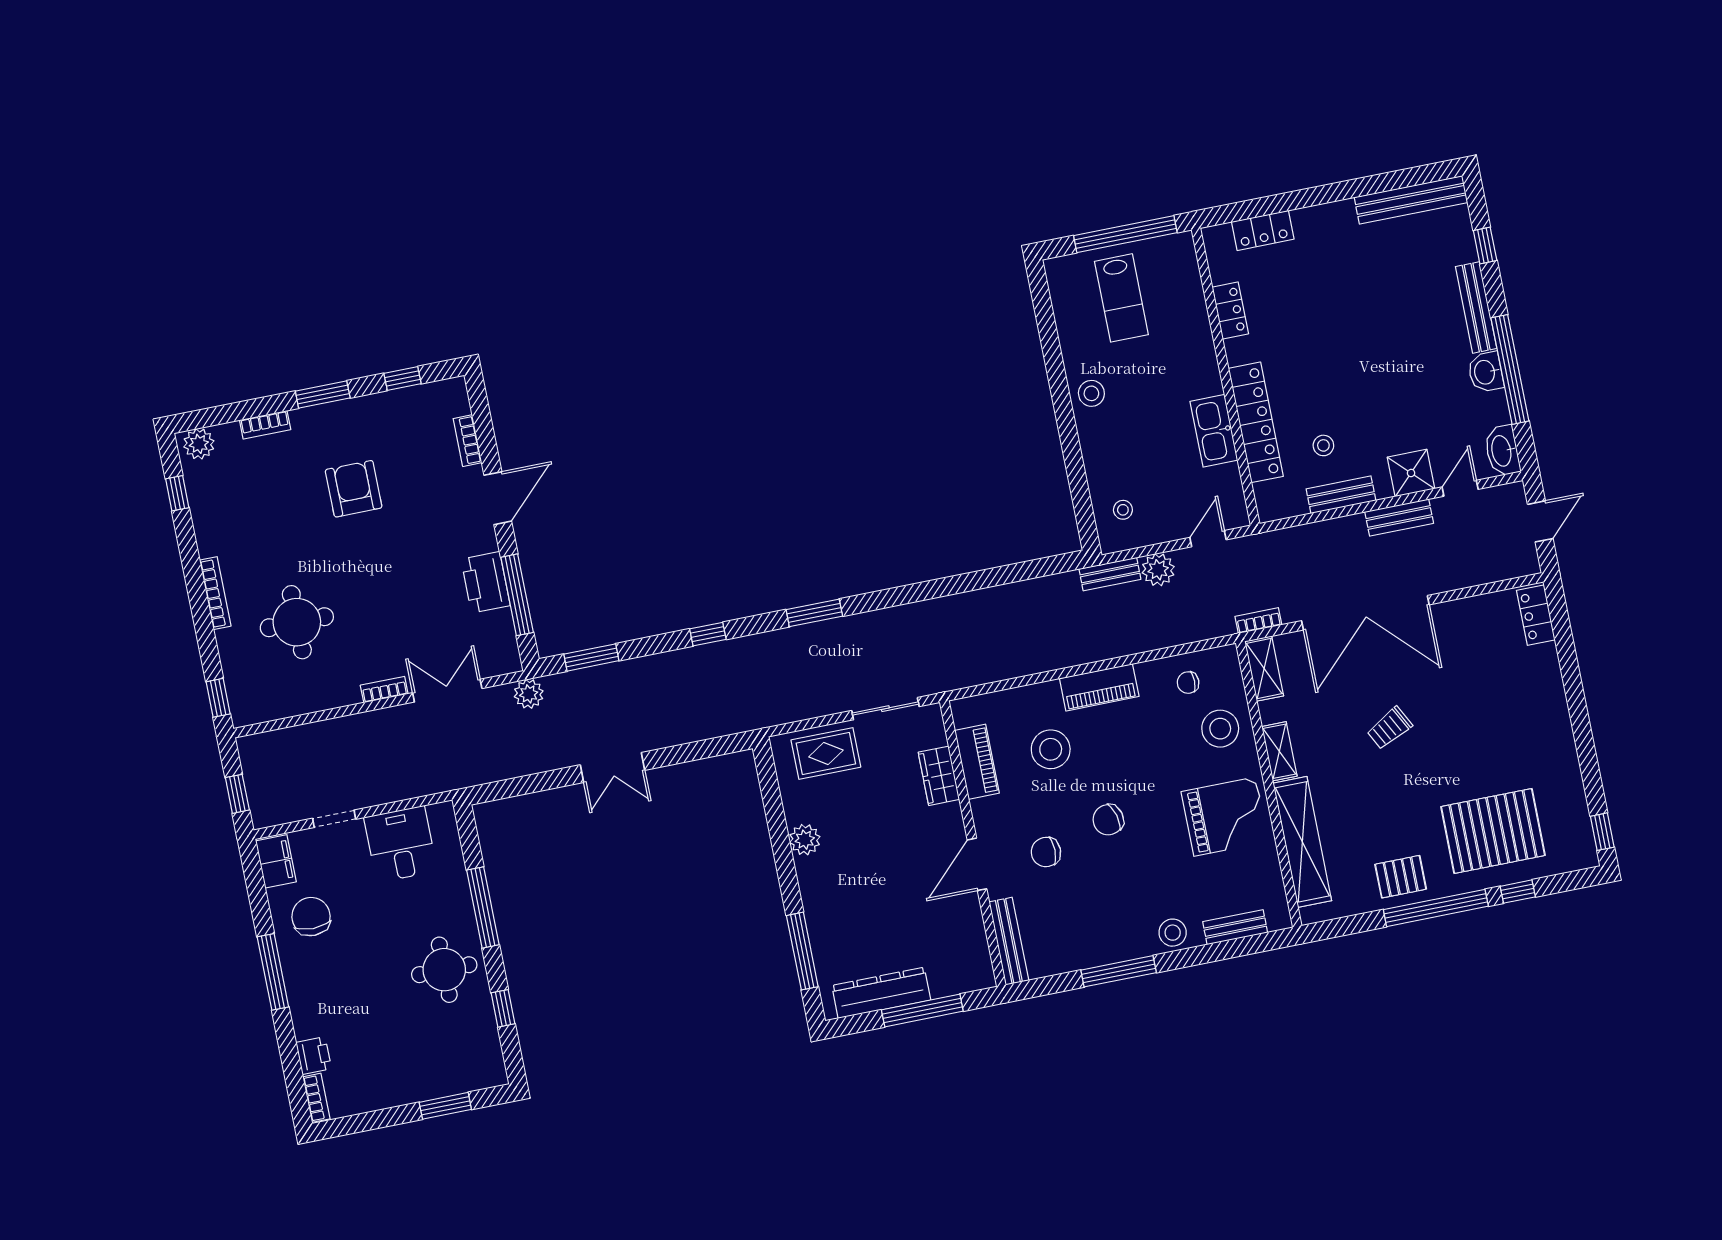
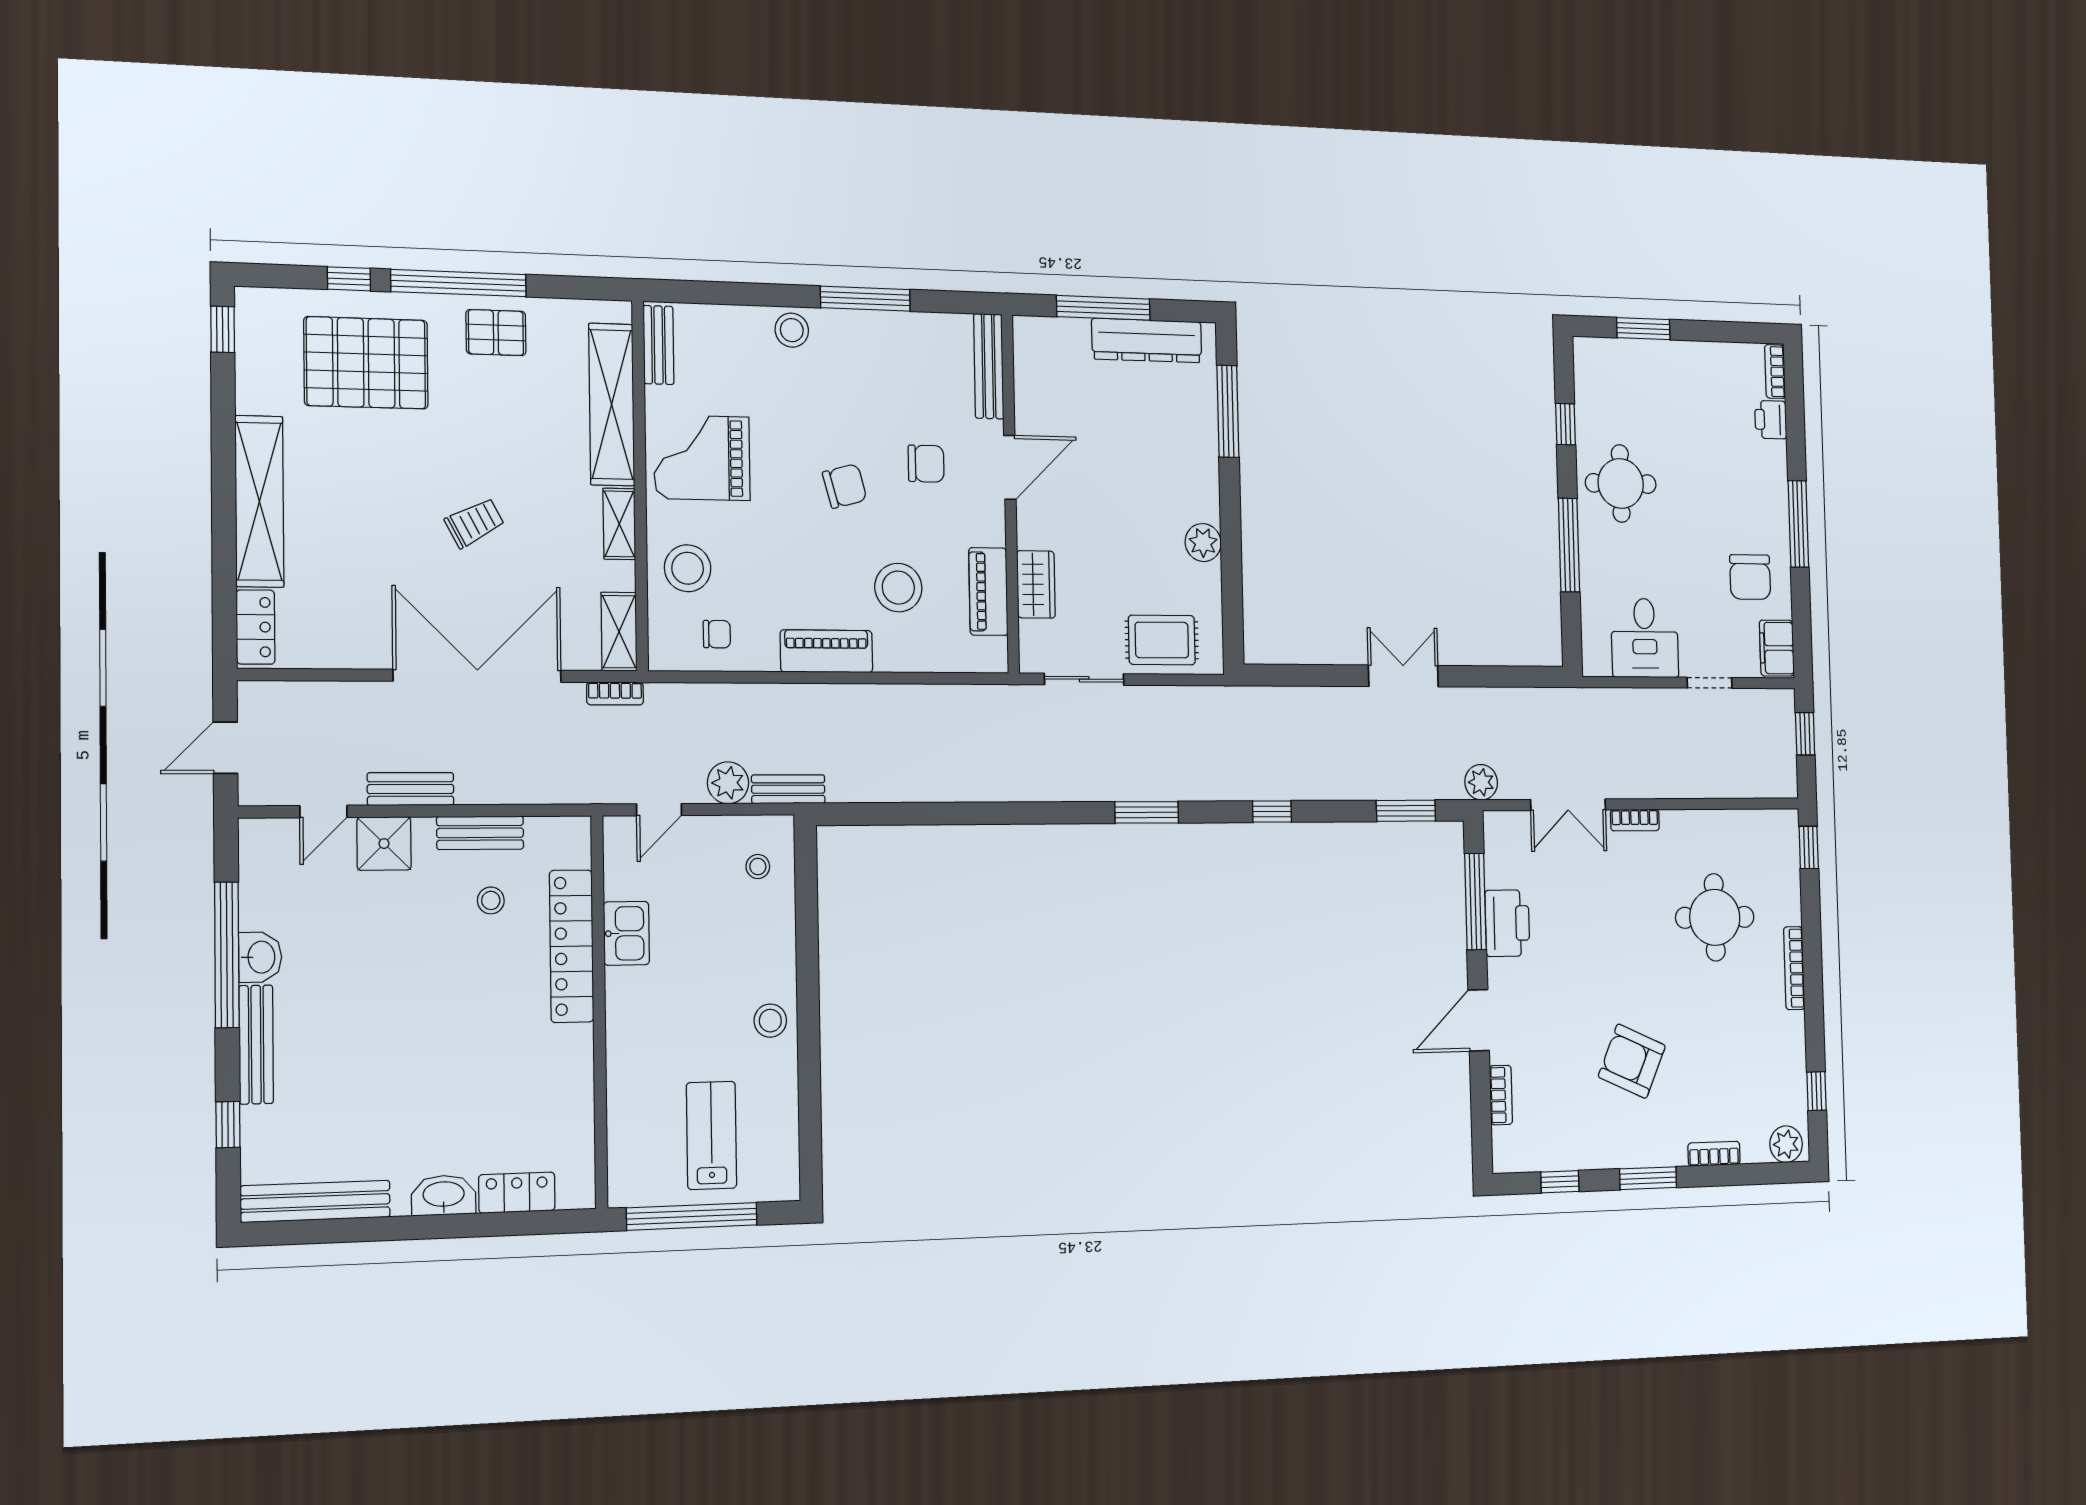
locker: (1230, 311) -> (577, 1096), removed
kitchen sink: (1214, 431) -> (626, 933), width x0.73
washbasin: (1502, 451) -> (444, 1195), moved, turned -90
armchair: (354, 489) -> (1632, 1061), turned 114
shelving: (1551, 709) -> (259, 501), added
bench: (1235, 927) -> (658, 345), moved, turned 90

